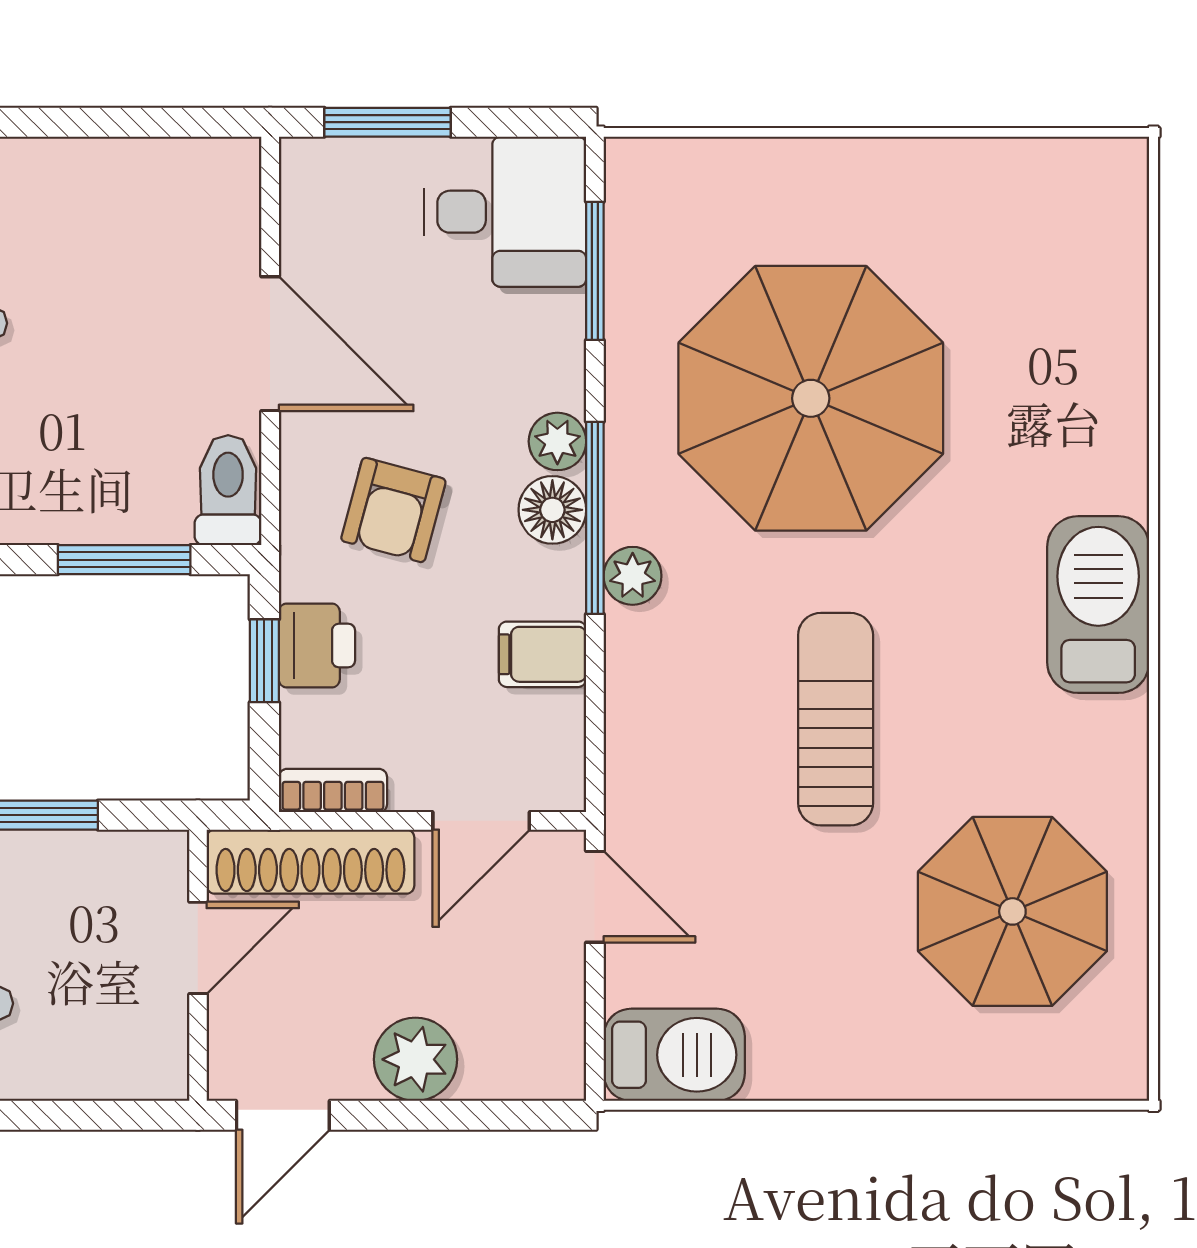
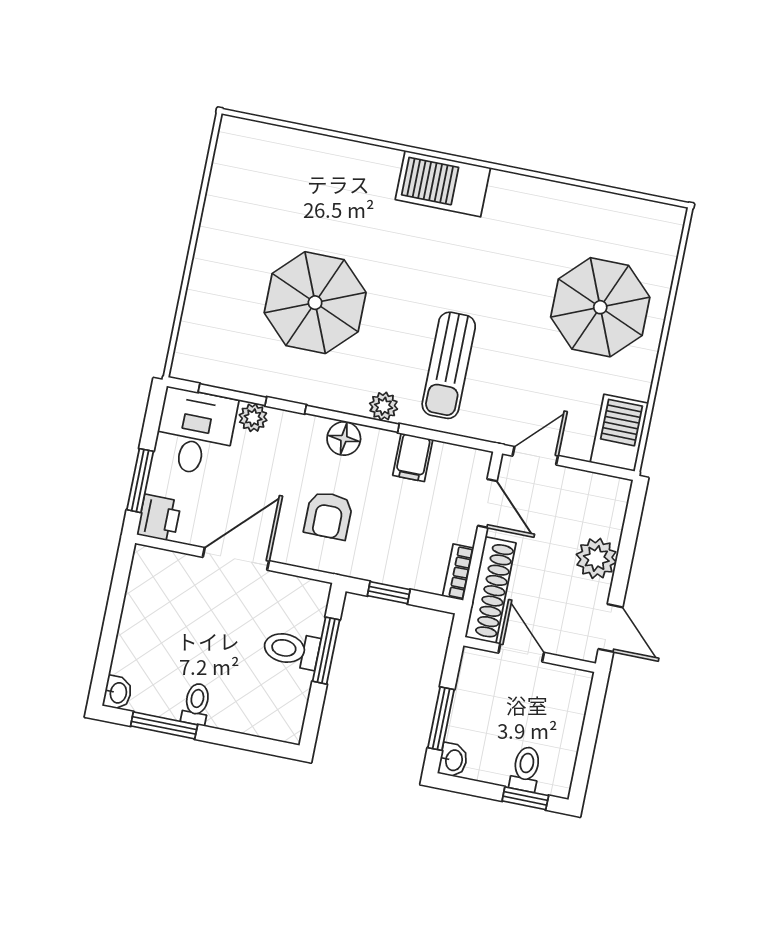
parasol: (811, 398) -> (315, 303), width x0.73, depth x0.73
plant: (557, 441) -> (253, 418), moved
toilet: (228, 490) -> (291, 649), moved
armchair: (393, 510) -> (328, 515), turned 75
printer: (317, 646) -> (159, 518), moved, turned 90
sun lounger: (836, 719) -> (449, 365), moved, turned -90
parasol: (1012, 911) -> (600, 307), moved

